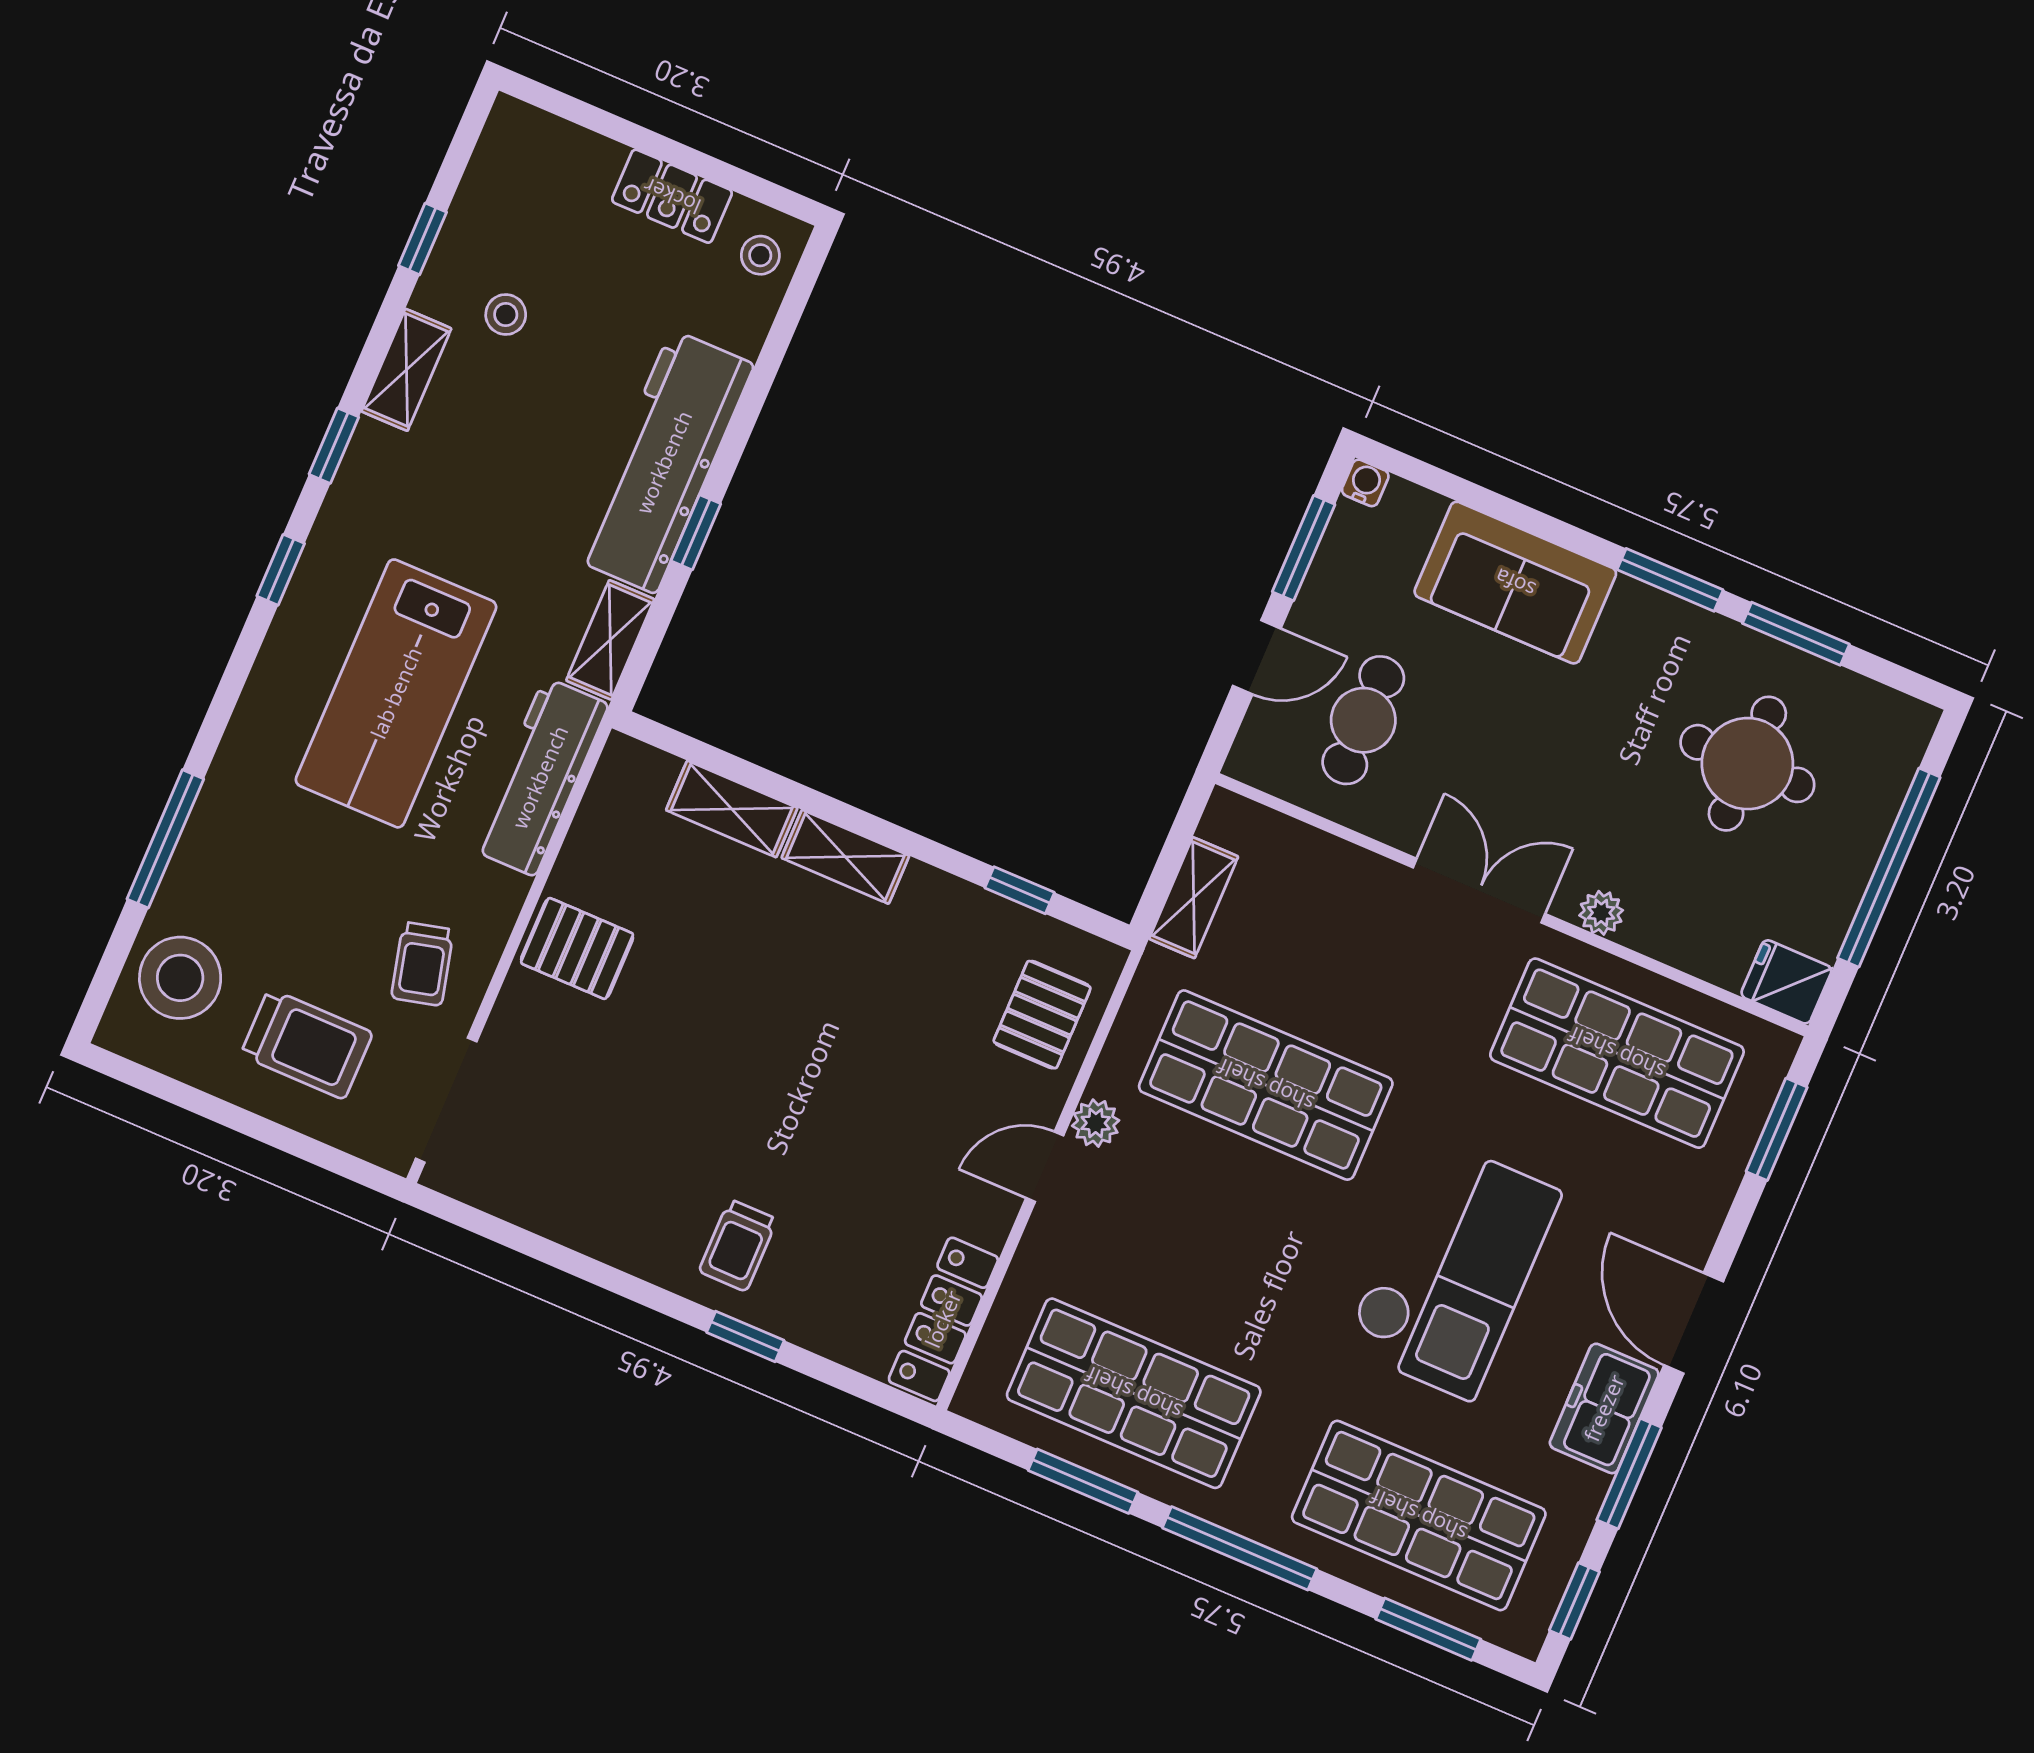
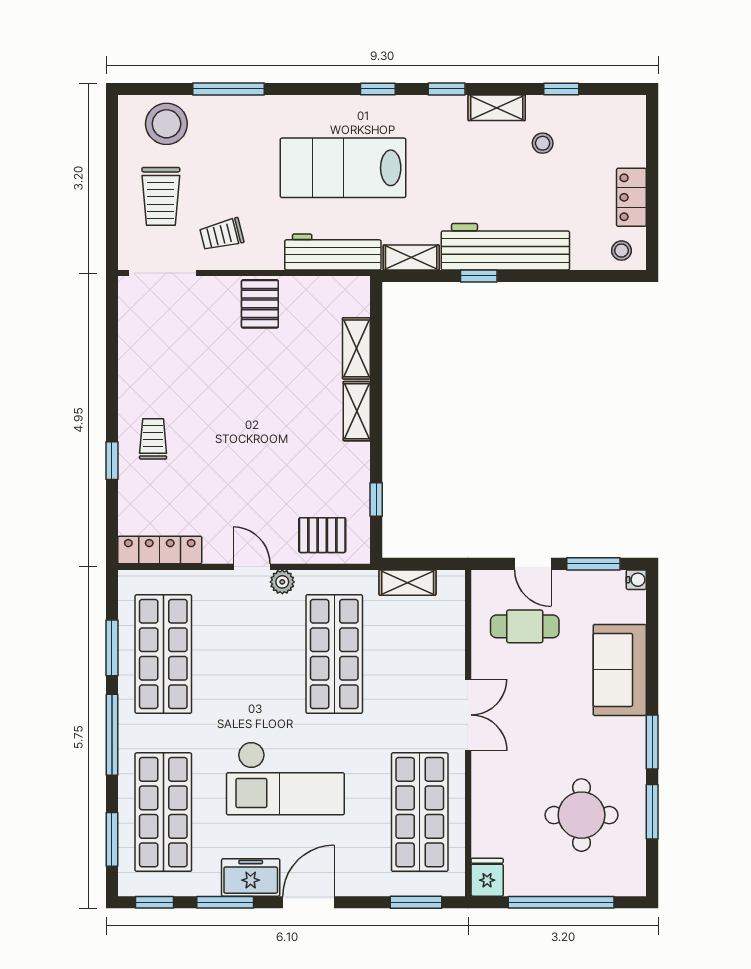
plant: (1601, 913) -> (482, 777), removed
trolley: (738, 1245) -> (153, 439), turned 90

